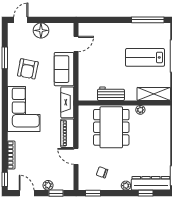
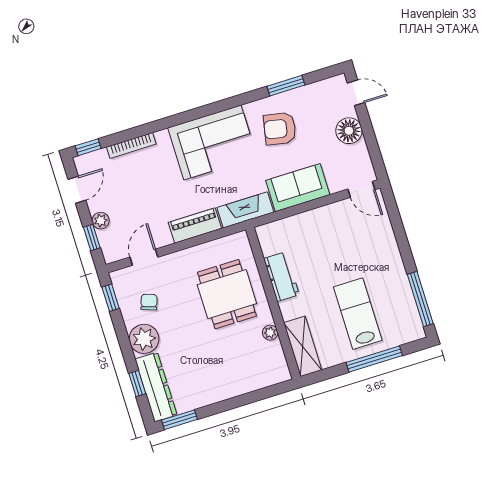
door: (76, 44) -> (361, 189), moved
dining table: (111, 127) -> (227, 294), width x0.73
door: (76, 156) -> (144, 257), moved
plant: (126, 186) -> (144, 339), width x1.88, depth x1.88

